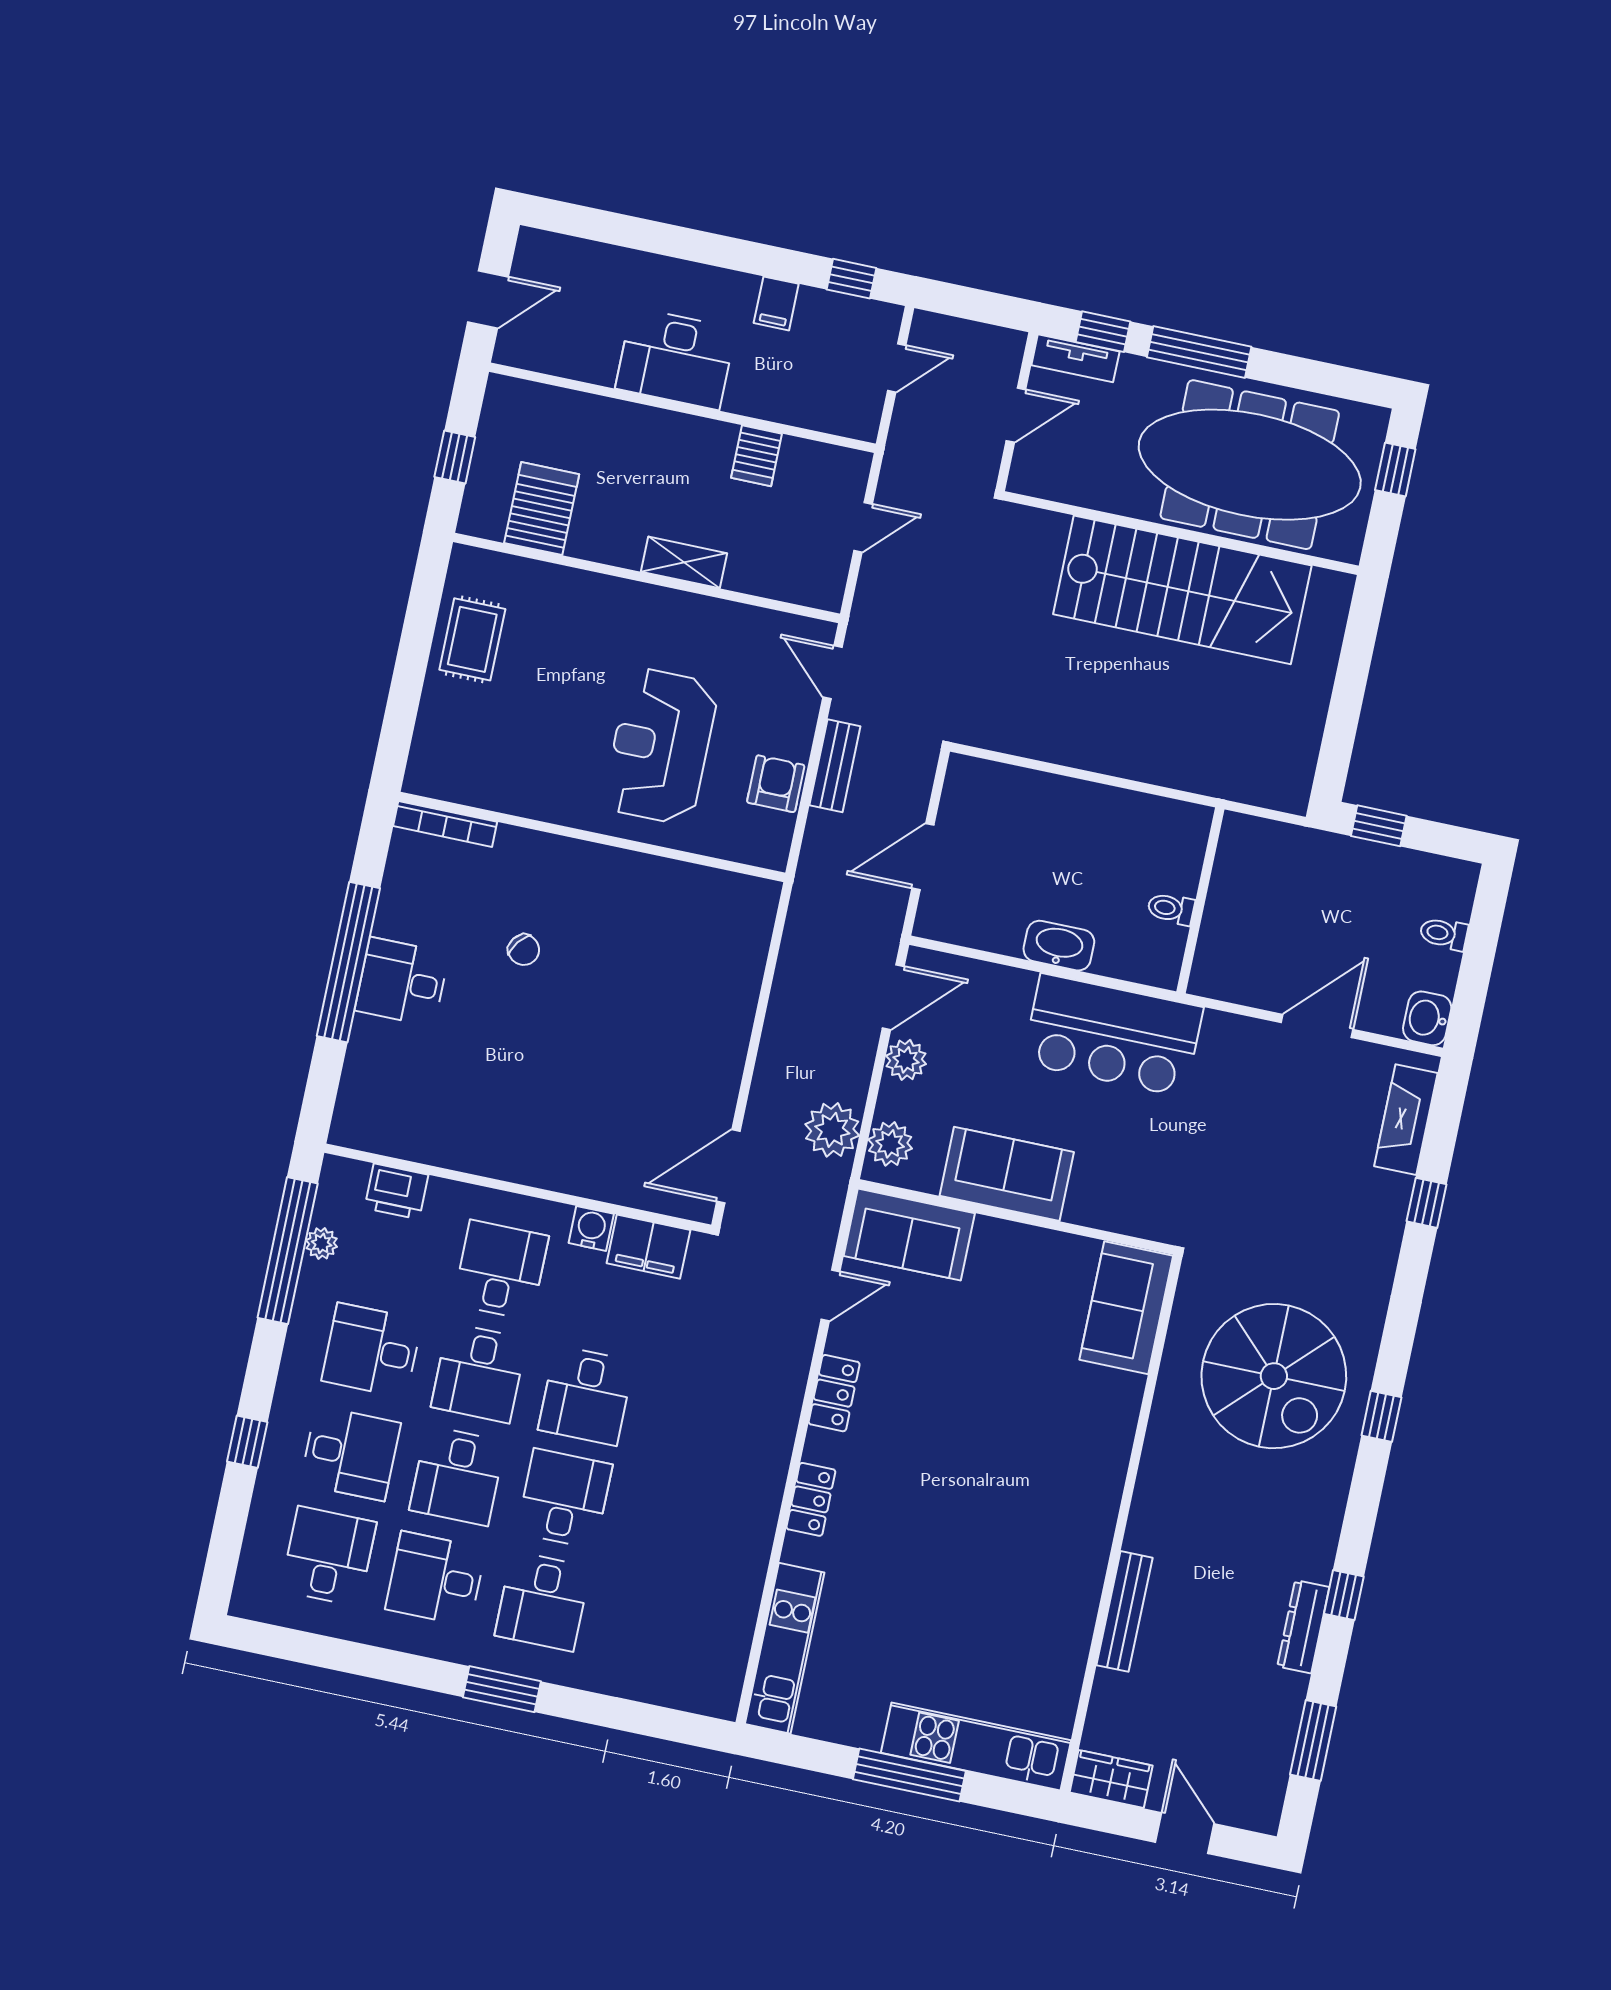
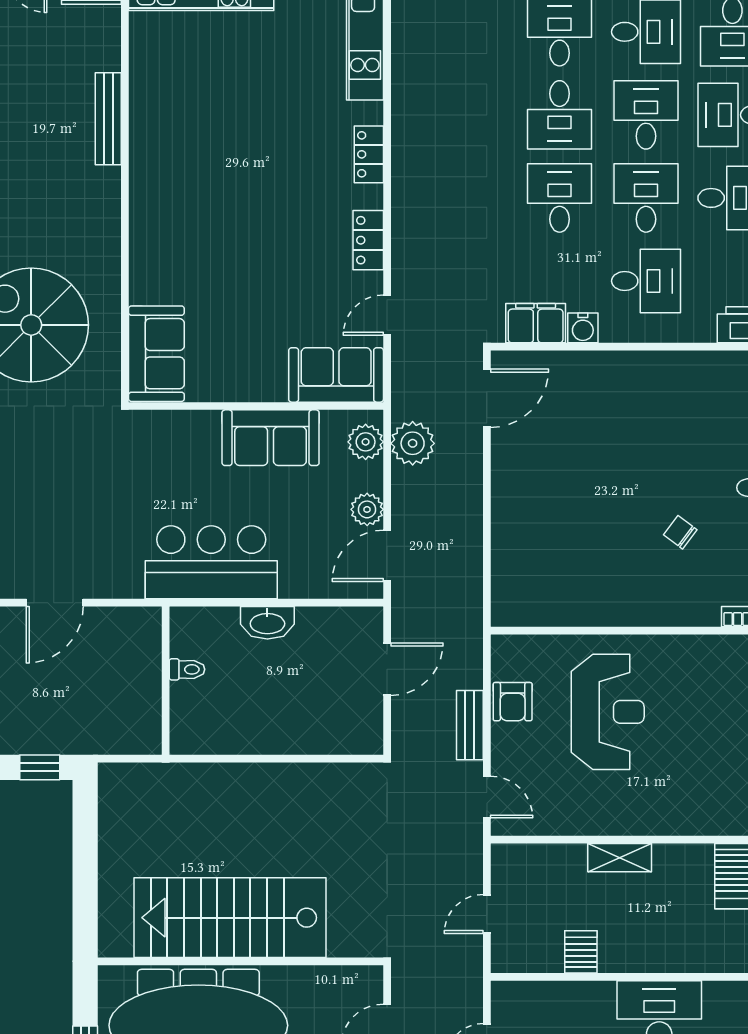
desk: (501, 1270) -> (646, 281), turned -90

